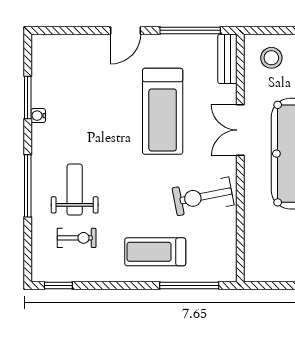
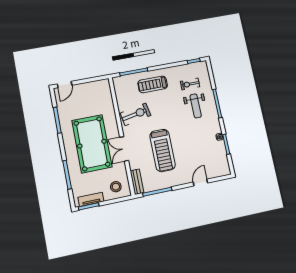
door: (125, 30) -> (200, 183), moved
treadmill: (163, 111) -> (163, 150), turned 180
double door: (240, 130) -> (124, 149), swing flipped
treadmill: (155, 252) -> (153, 84), turned 180

